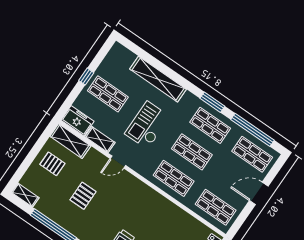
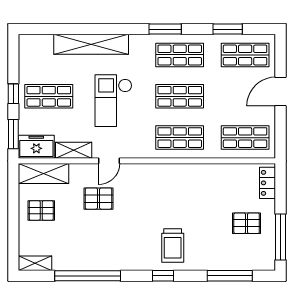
window: (68, 102) -> (13, 134), added
window: (252, 130) -> (228, 29), width x0.47
pallet: (83, 196) -> (99, 199), moved, turned 90

